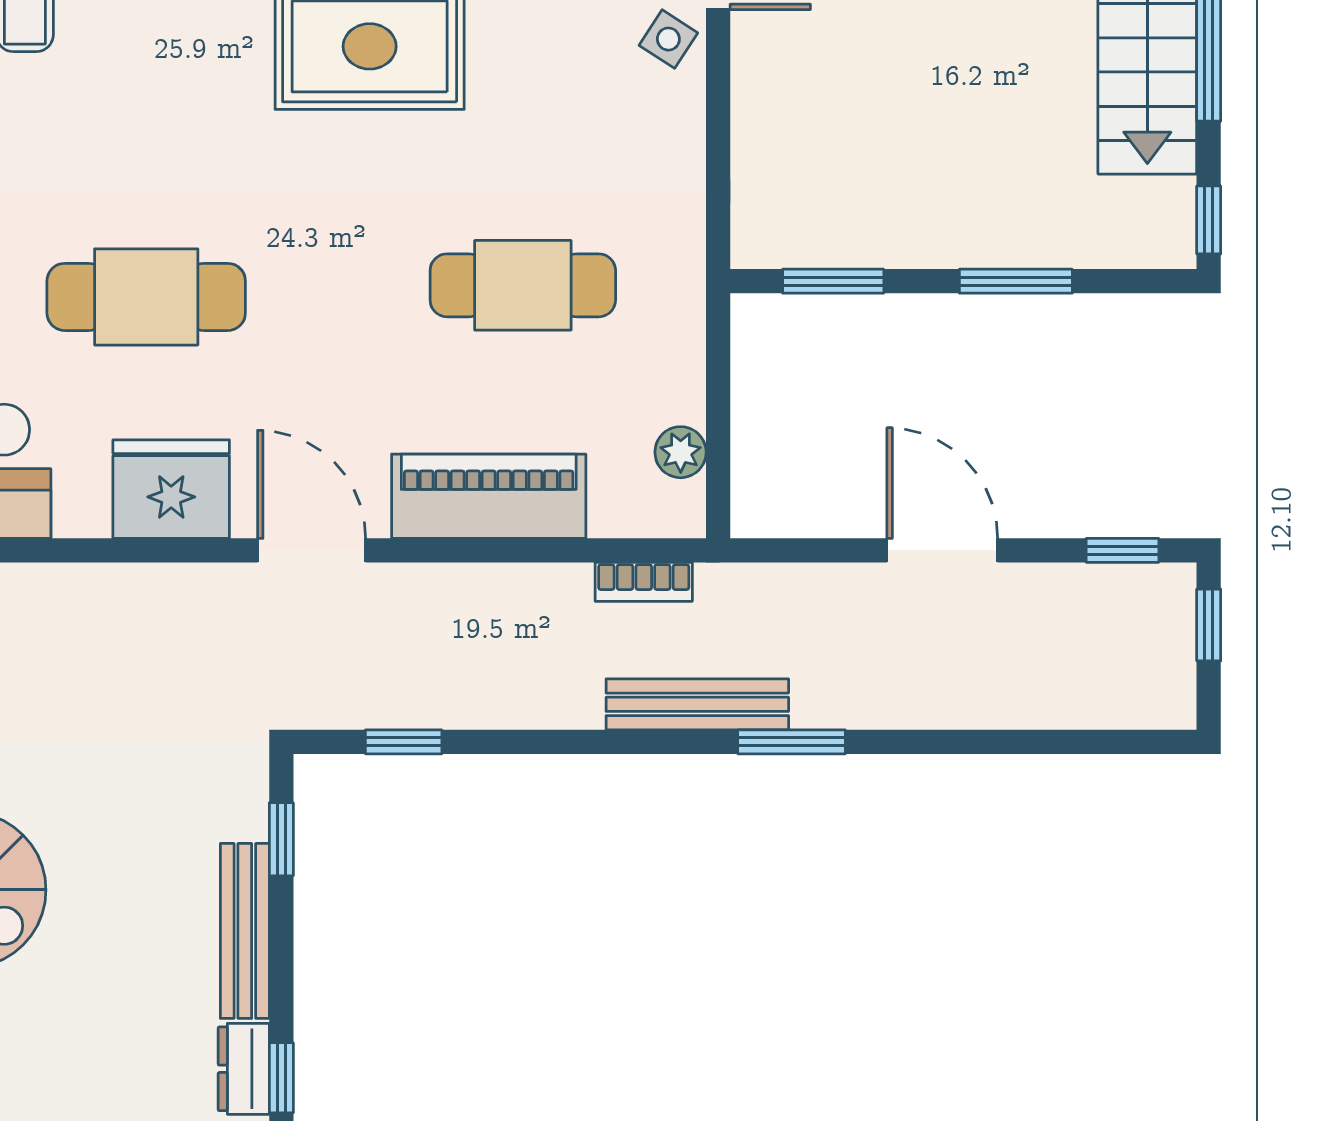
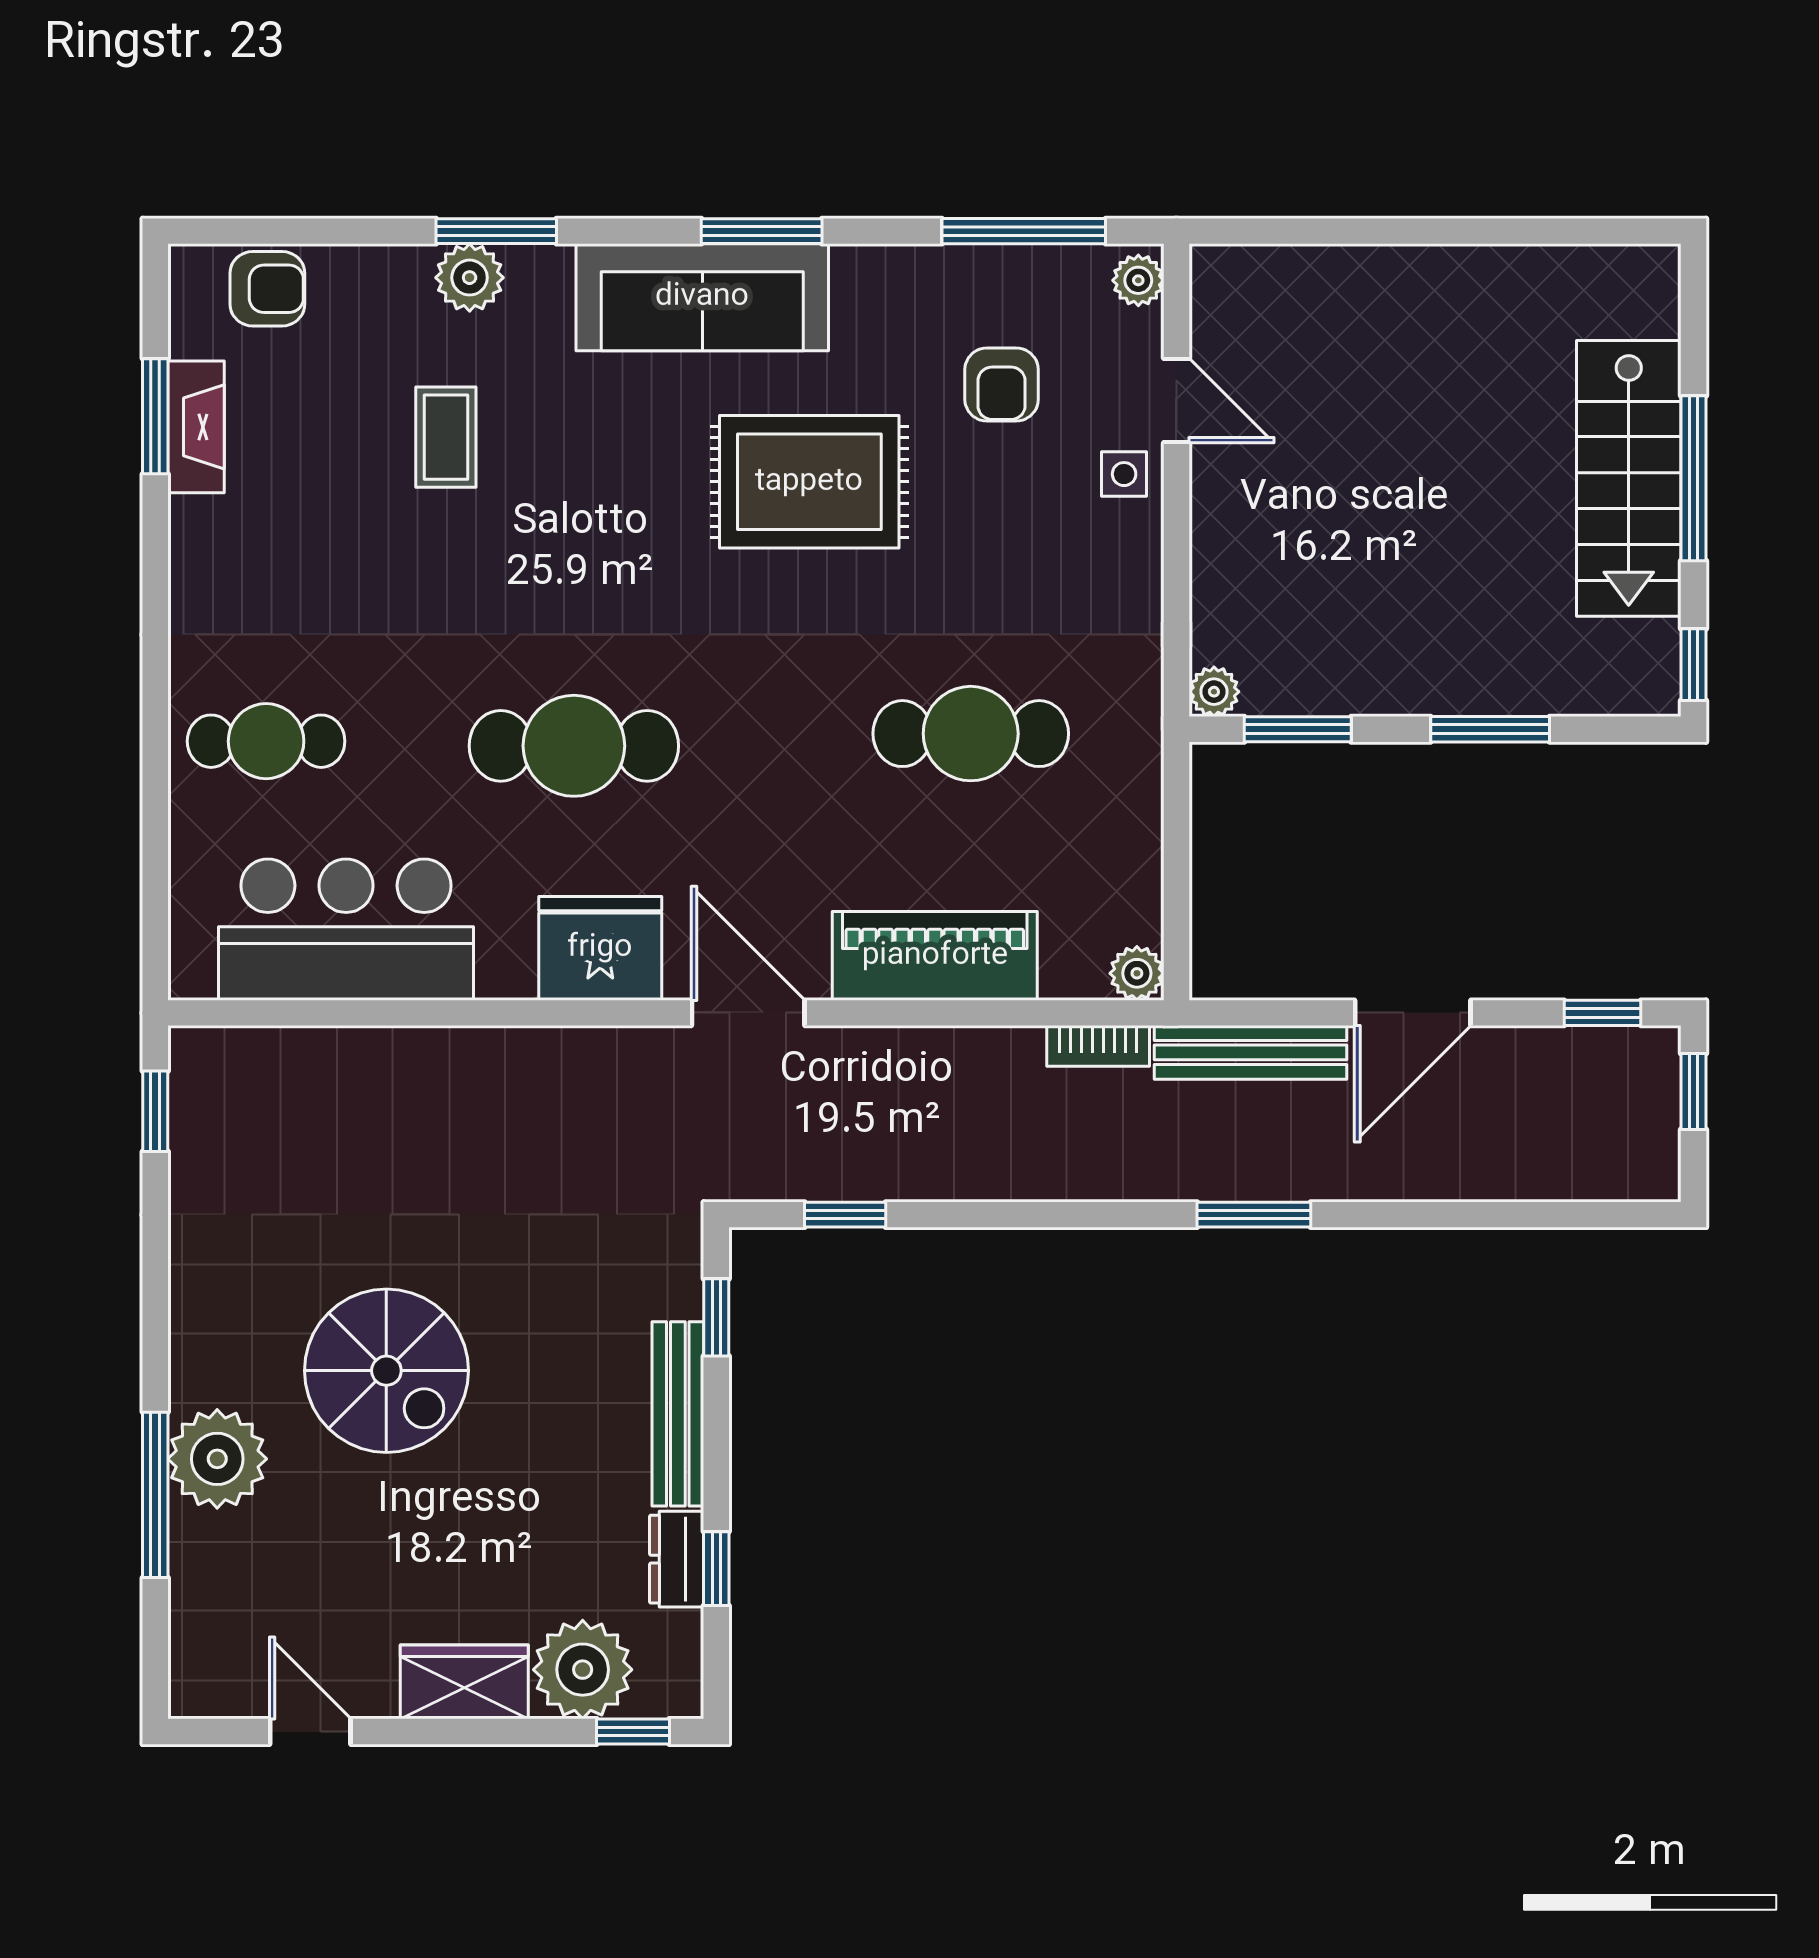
side table: (668, 39) -> (1124, 474), turned -33
plant: (754, 246) -> (1214, 692), added
plant: (681, 452) -> (1137, 973), moved
door: (942, 550) -> (1413, 1013), swing flipped
bench: (697, 704) -> (1251, 1052), moved

